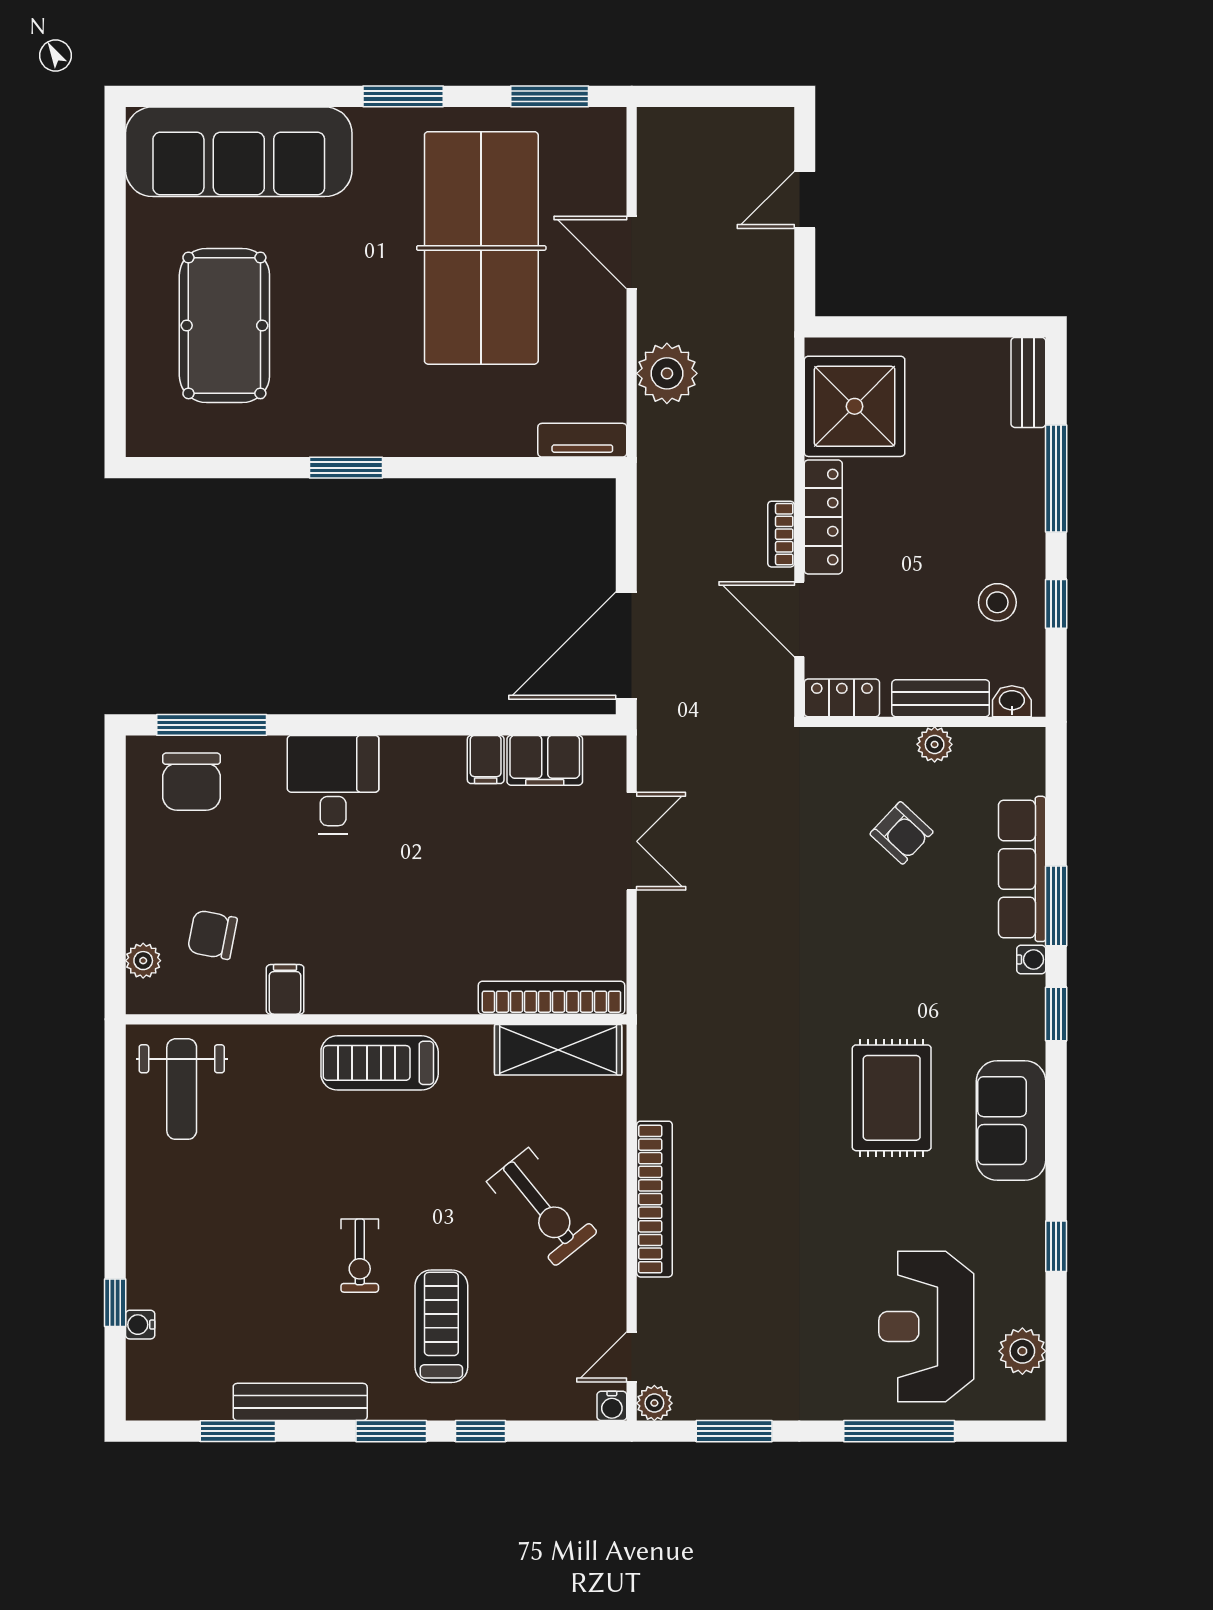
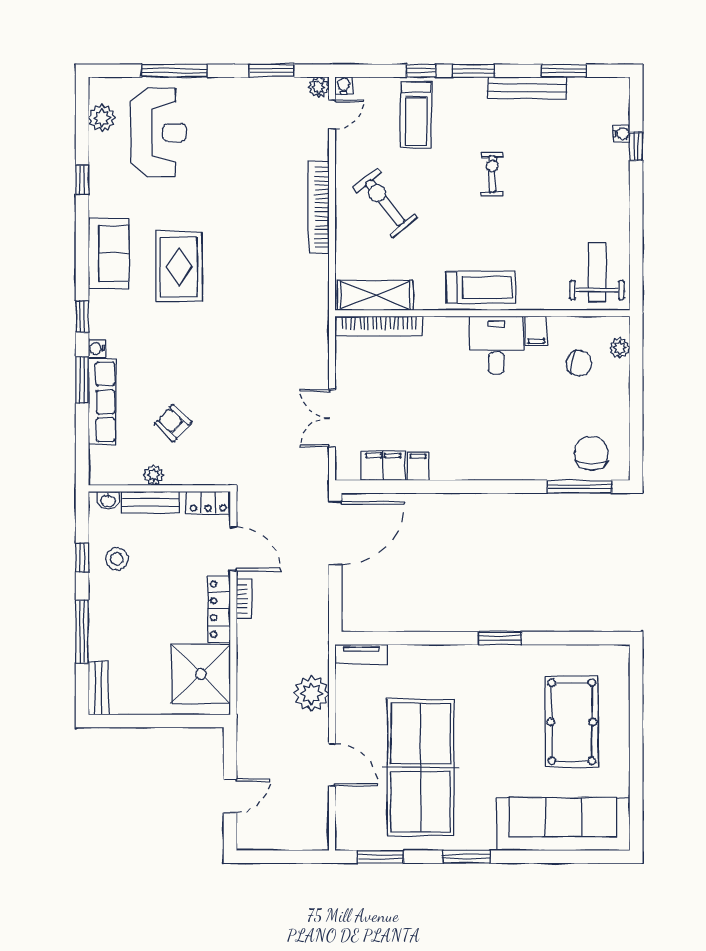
desk: (333, 784) -> (496, 345), moved, turned 180
treadmill: (441, 1326) -> (416, 115), moved

